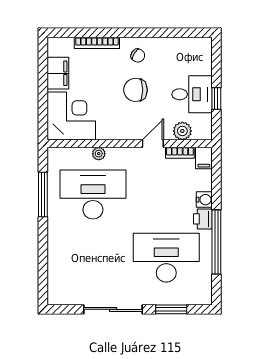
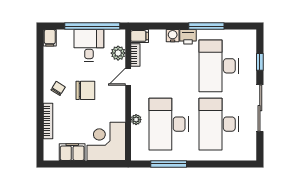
filing cabinet: (202, 45) -> (50, 38), added
chair: (135, 90) -> (85, 90), turned -90
window: (216, 98) -> (92, 26), width x3.17
door: (153, 144) -> (128, 77), hinge flipped
window: (216, 242) -> (206, 26), width x0.68
desk: (93, 258) -> (219, 124), added
window: (171, 309) -> (260, 62), width x0.67

